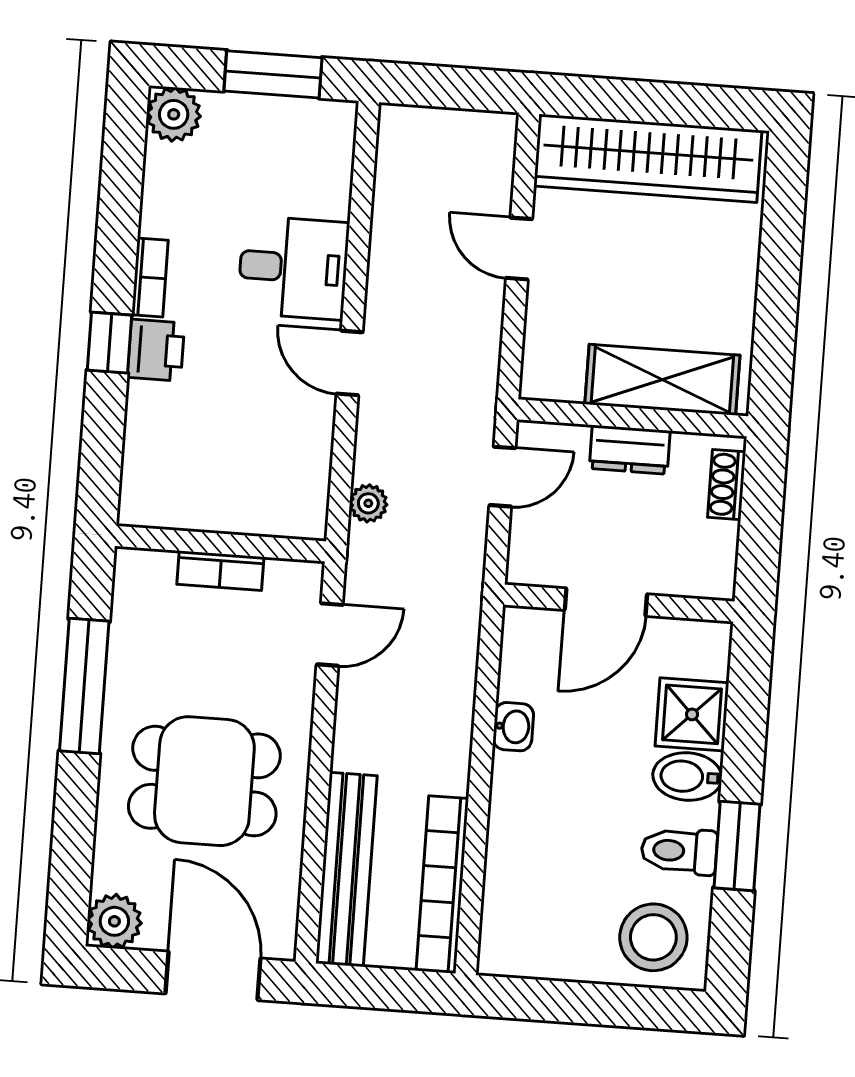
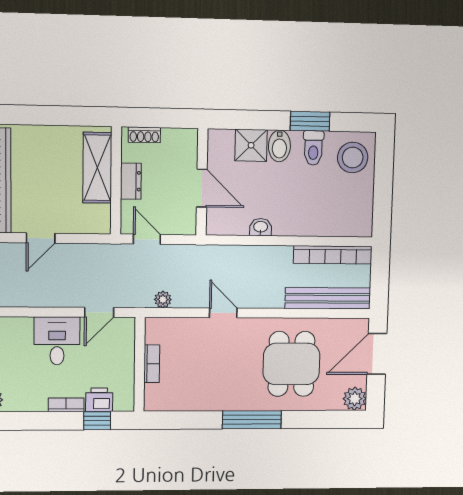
wall: (221, 544) -> (140, 364), moved
bookcase: (220, 571) -> (152, 364), moved

